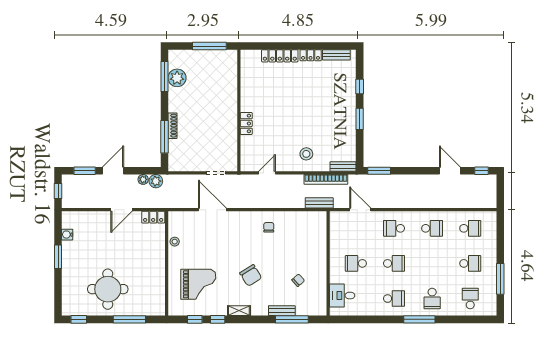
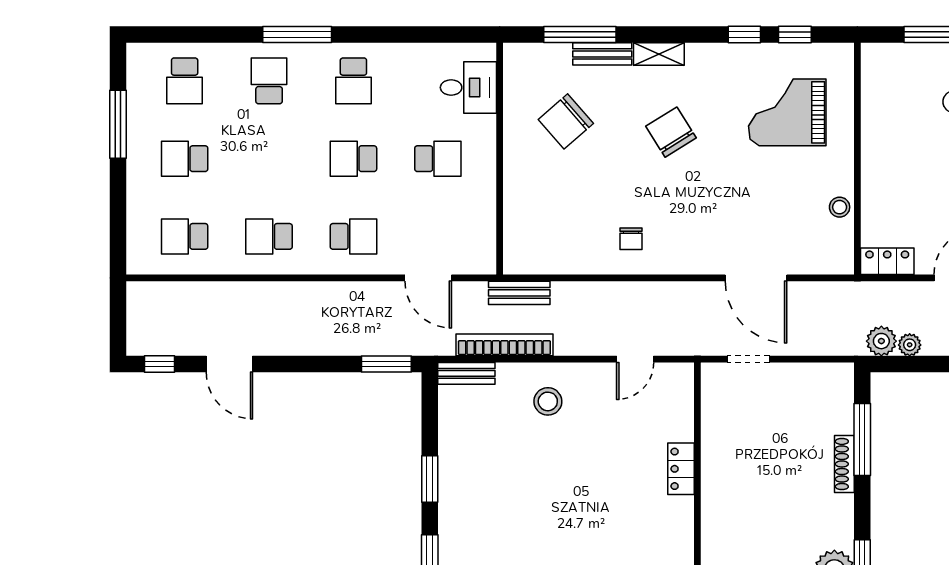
chair: (298, 280) -> (566, 121), width x1.87, depth x1.87
school desk: (394, 299) -> (353, 81), turned -90
shelving: (239, 311) -> (659, 54), moved

